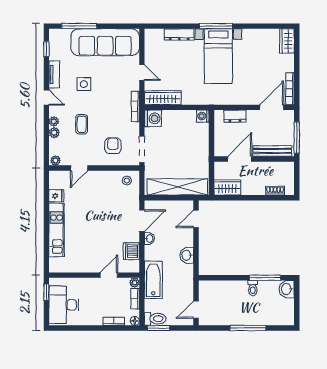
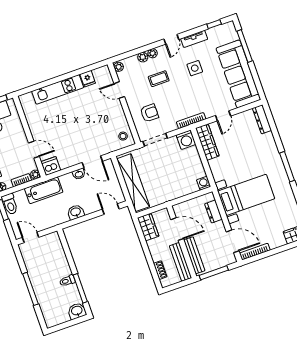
dresser: (179, 34) -> (262, 119), moved
bed with nightstands: (218, 56) -> (246, 195), moved, turned 180
bench: (274, 167) -> (181, 262), added
dishwasher: (131, 251) -> (51, 166), moved

